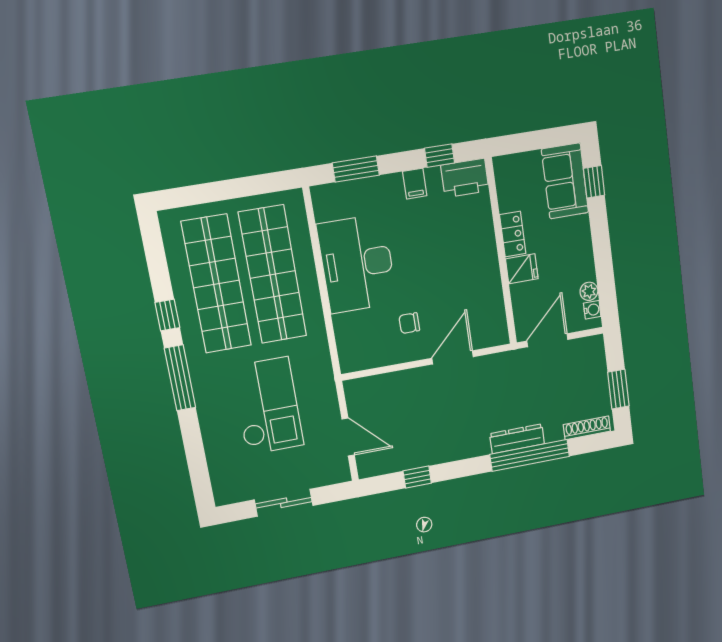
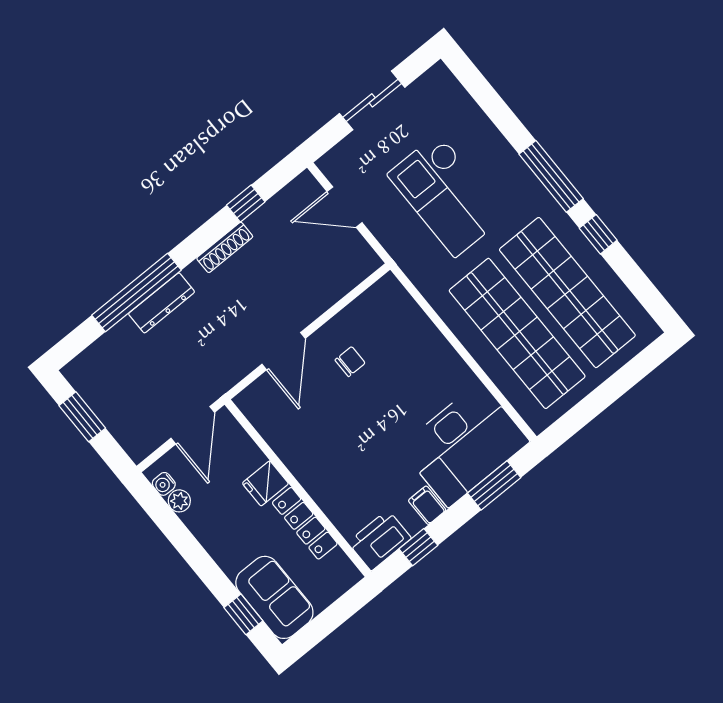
locker: (513, 234) -> (305, 523), width x1.53
desk: (357, 264) -> (464, 444), moved, turned 90
shoe rack: (587, 428) -> (225, 247), moved

